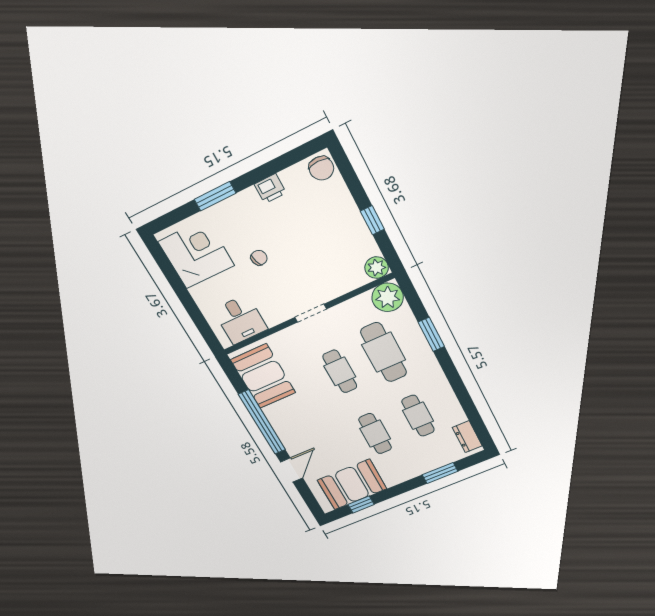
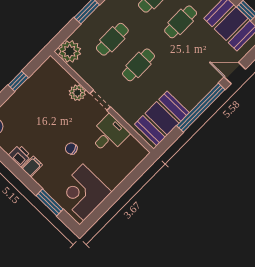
window: (215, 196) -> (50, 202), moved
filing cabinet: (250, 200) -> (32, 167), added
plant: (377, 268) -> (77, 93), moved
desk: (240, 319) -> (109, 135), moved
cafe table: (384, 352) -> (112, 39), width x0.73, depth x0.74

